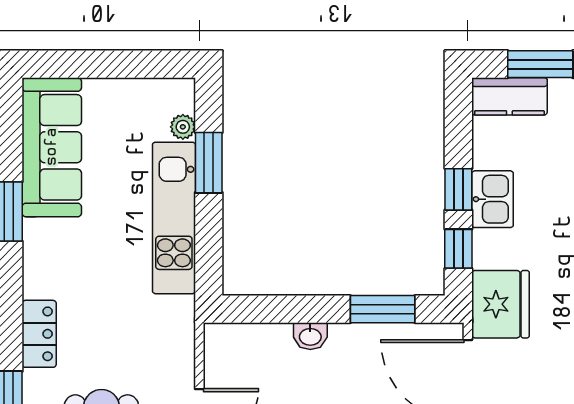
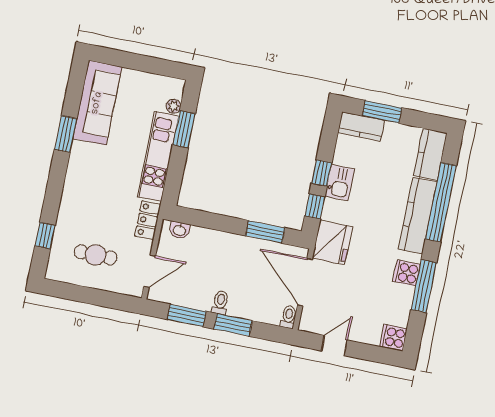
locker: (39, 334) -> (148, 220), moved, turned 180
washbasin: (310, 336) -> (179, 230), moved

